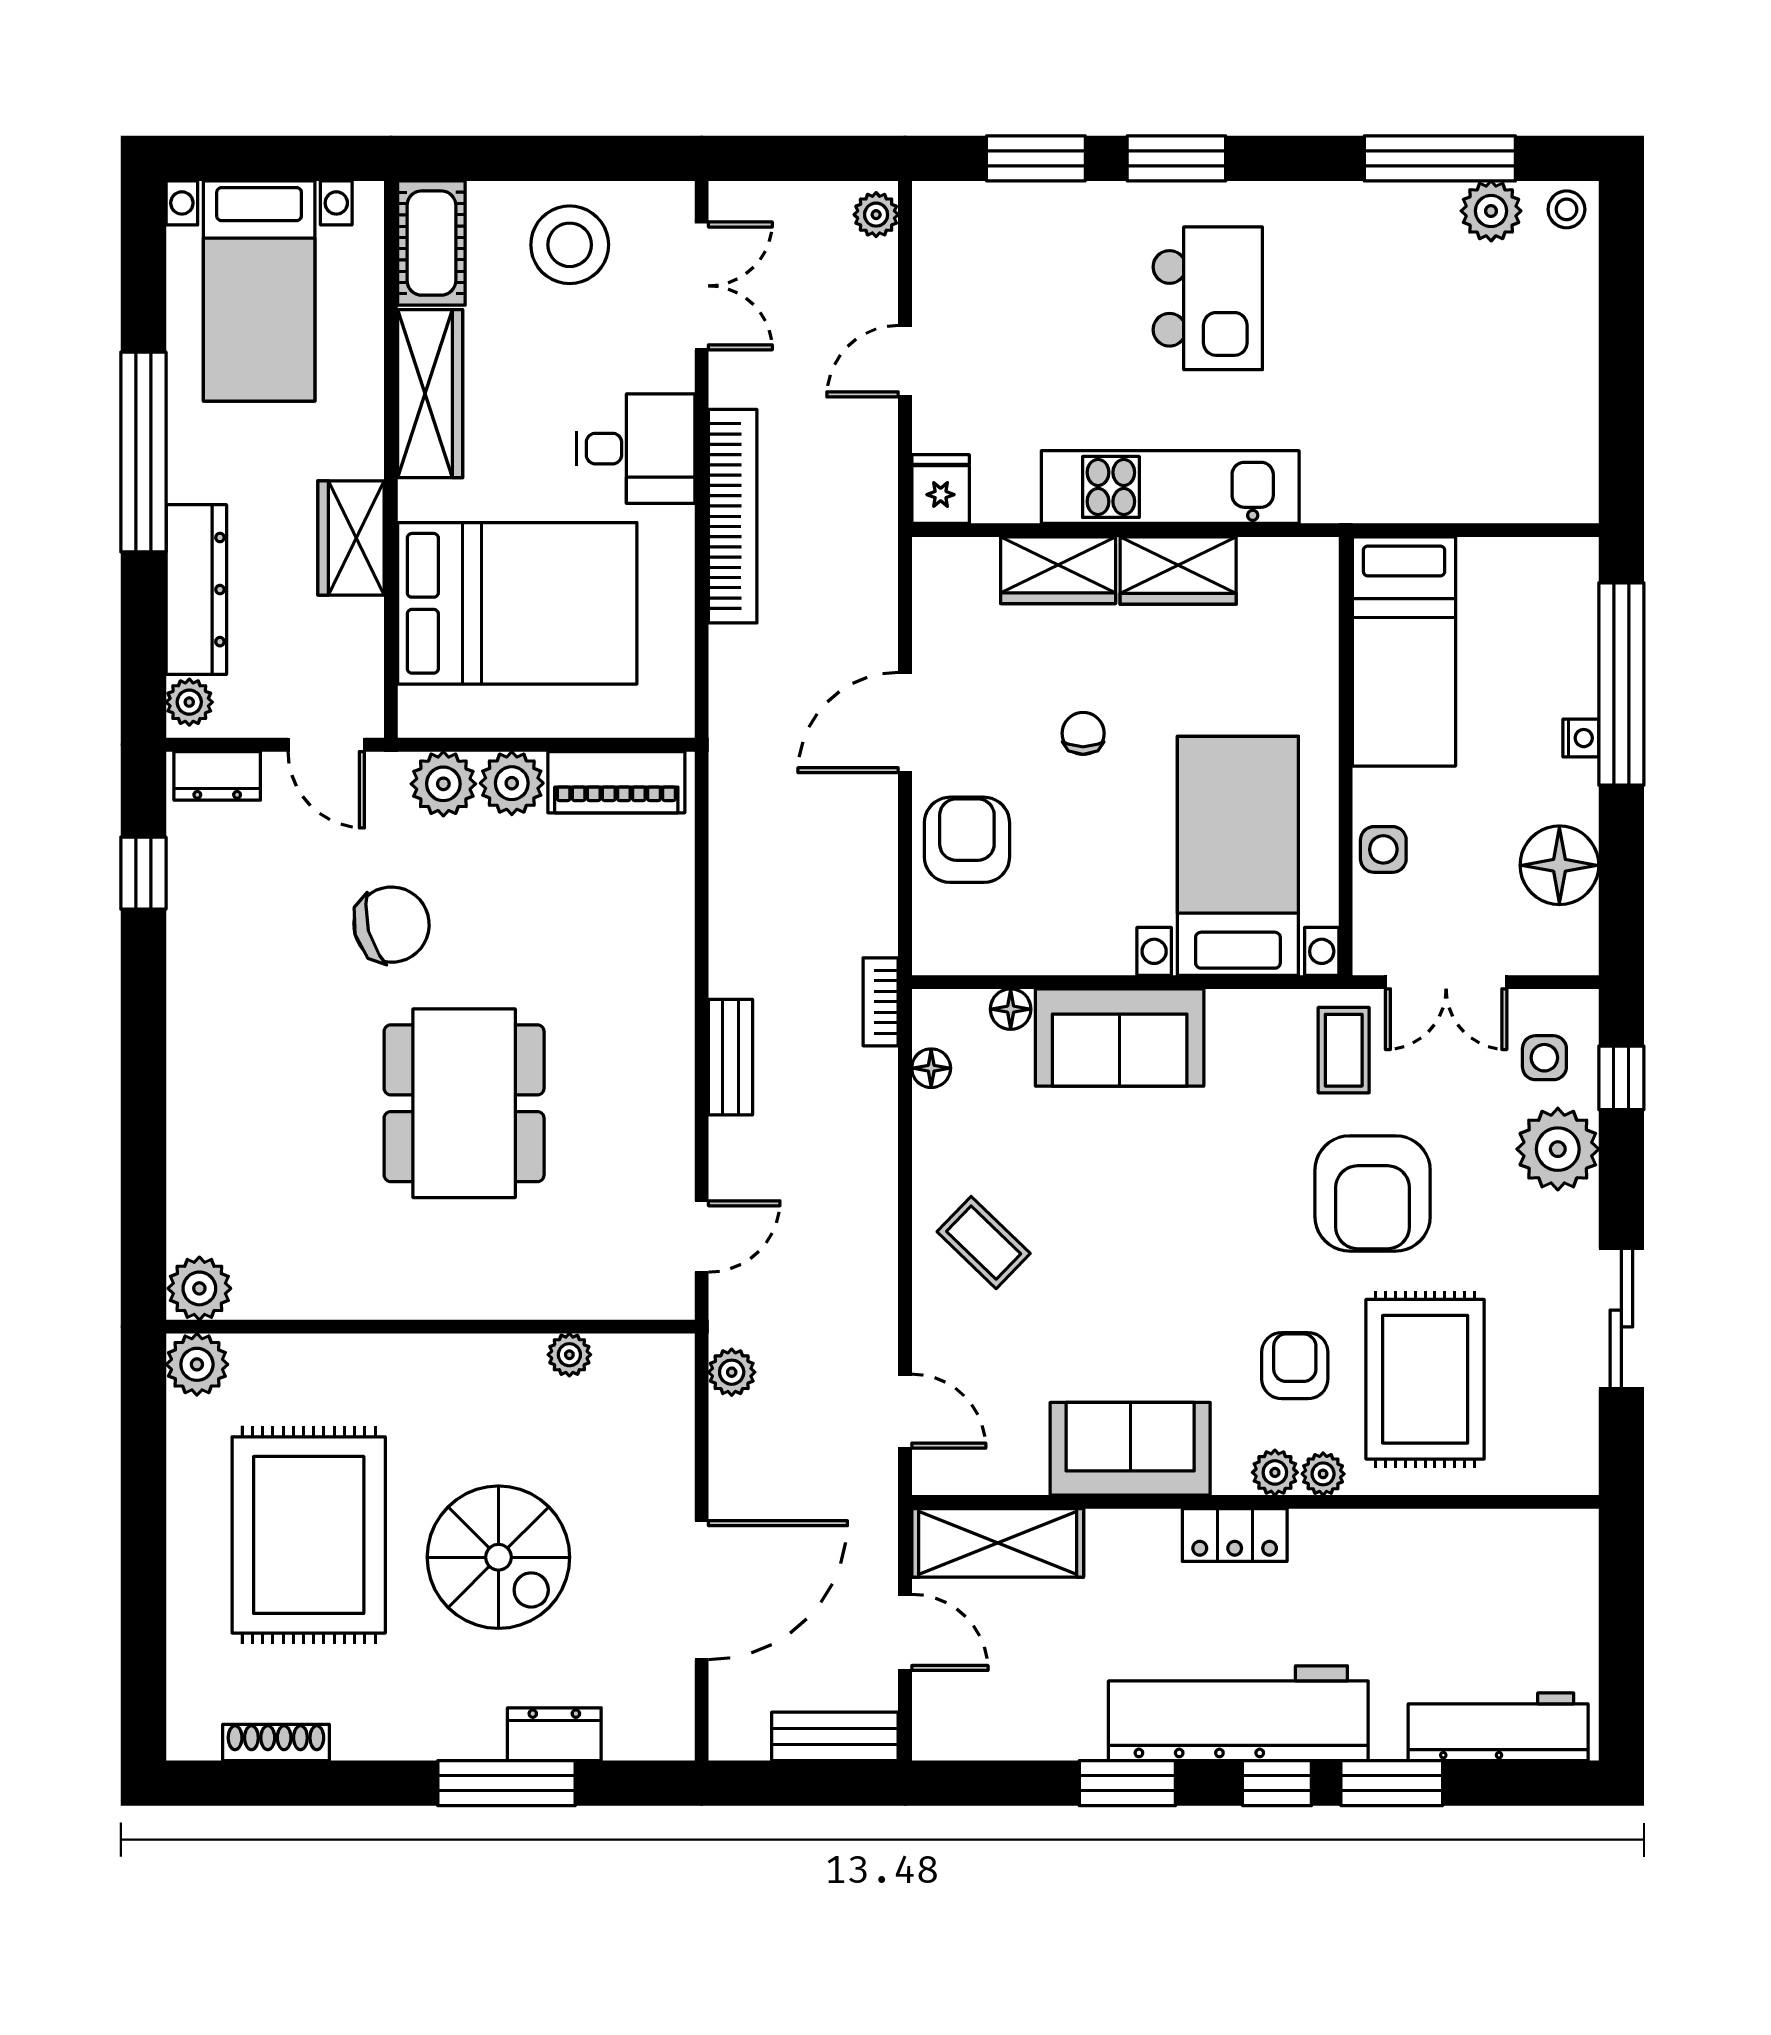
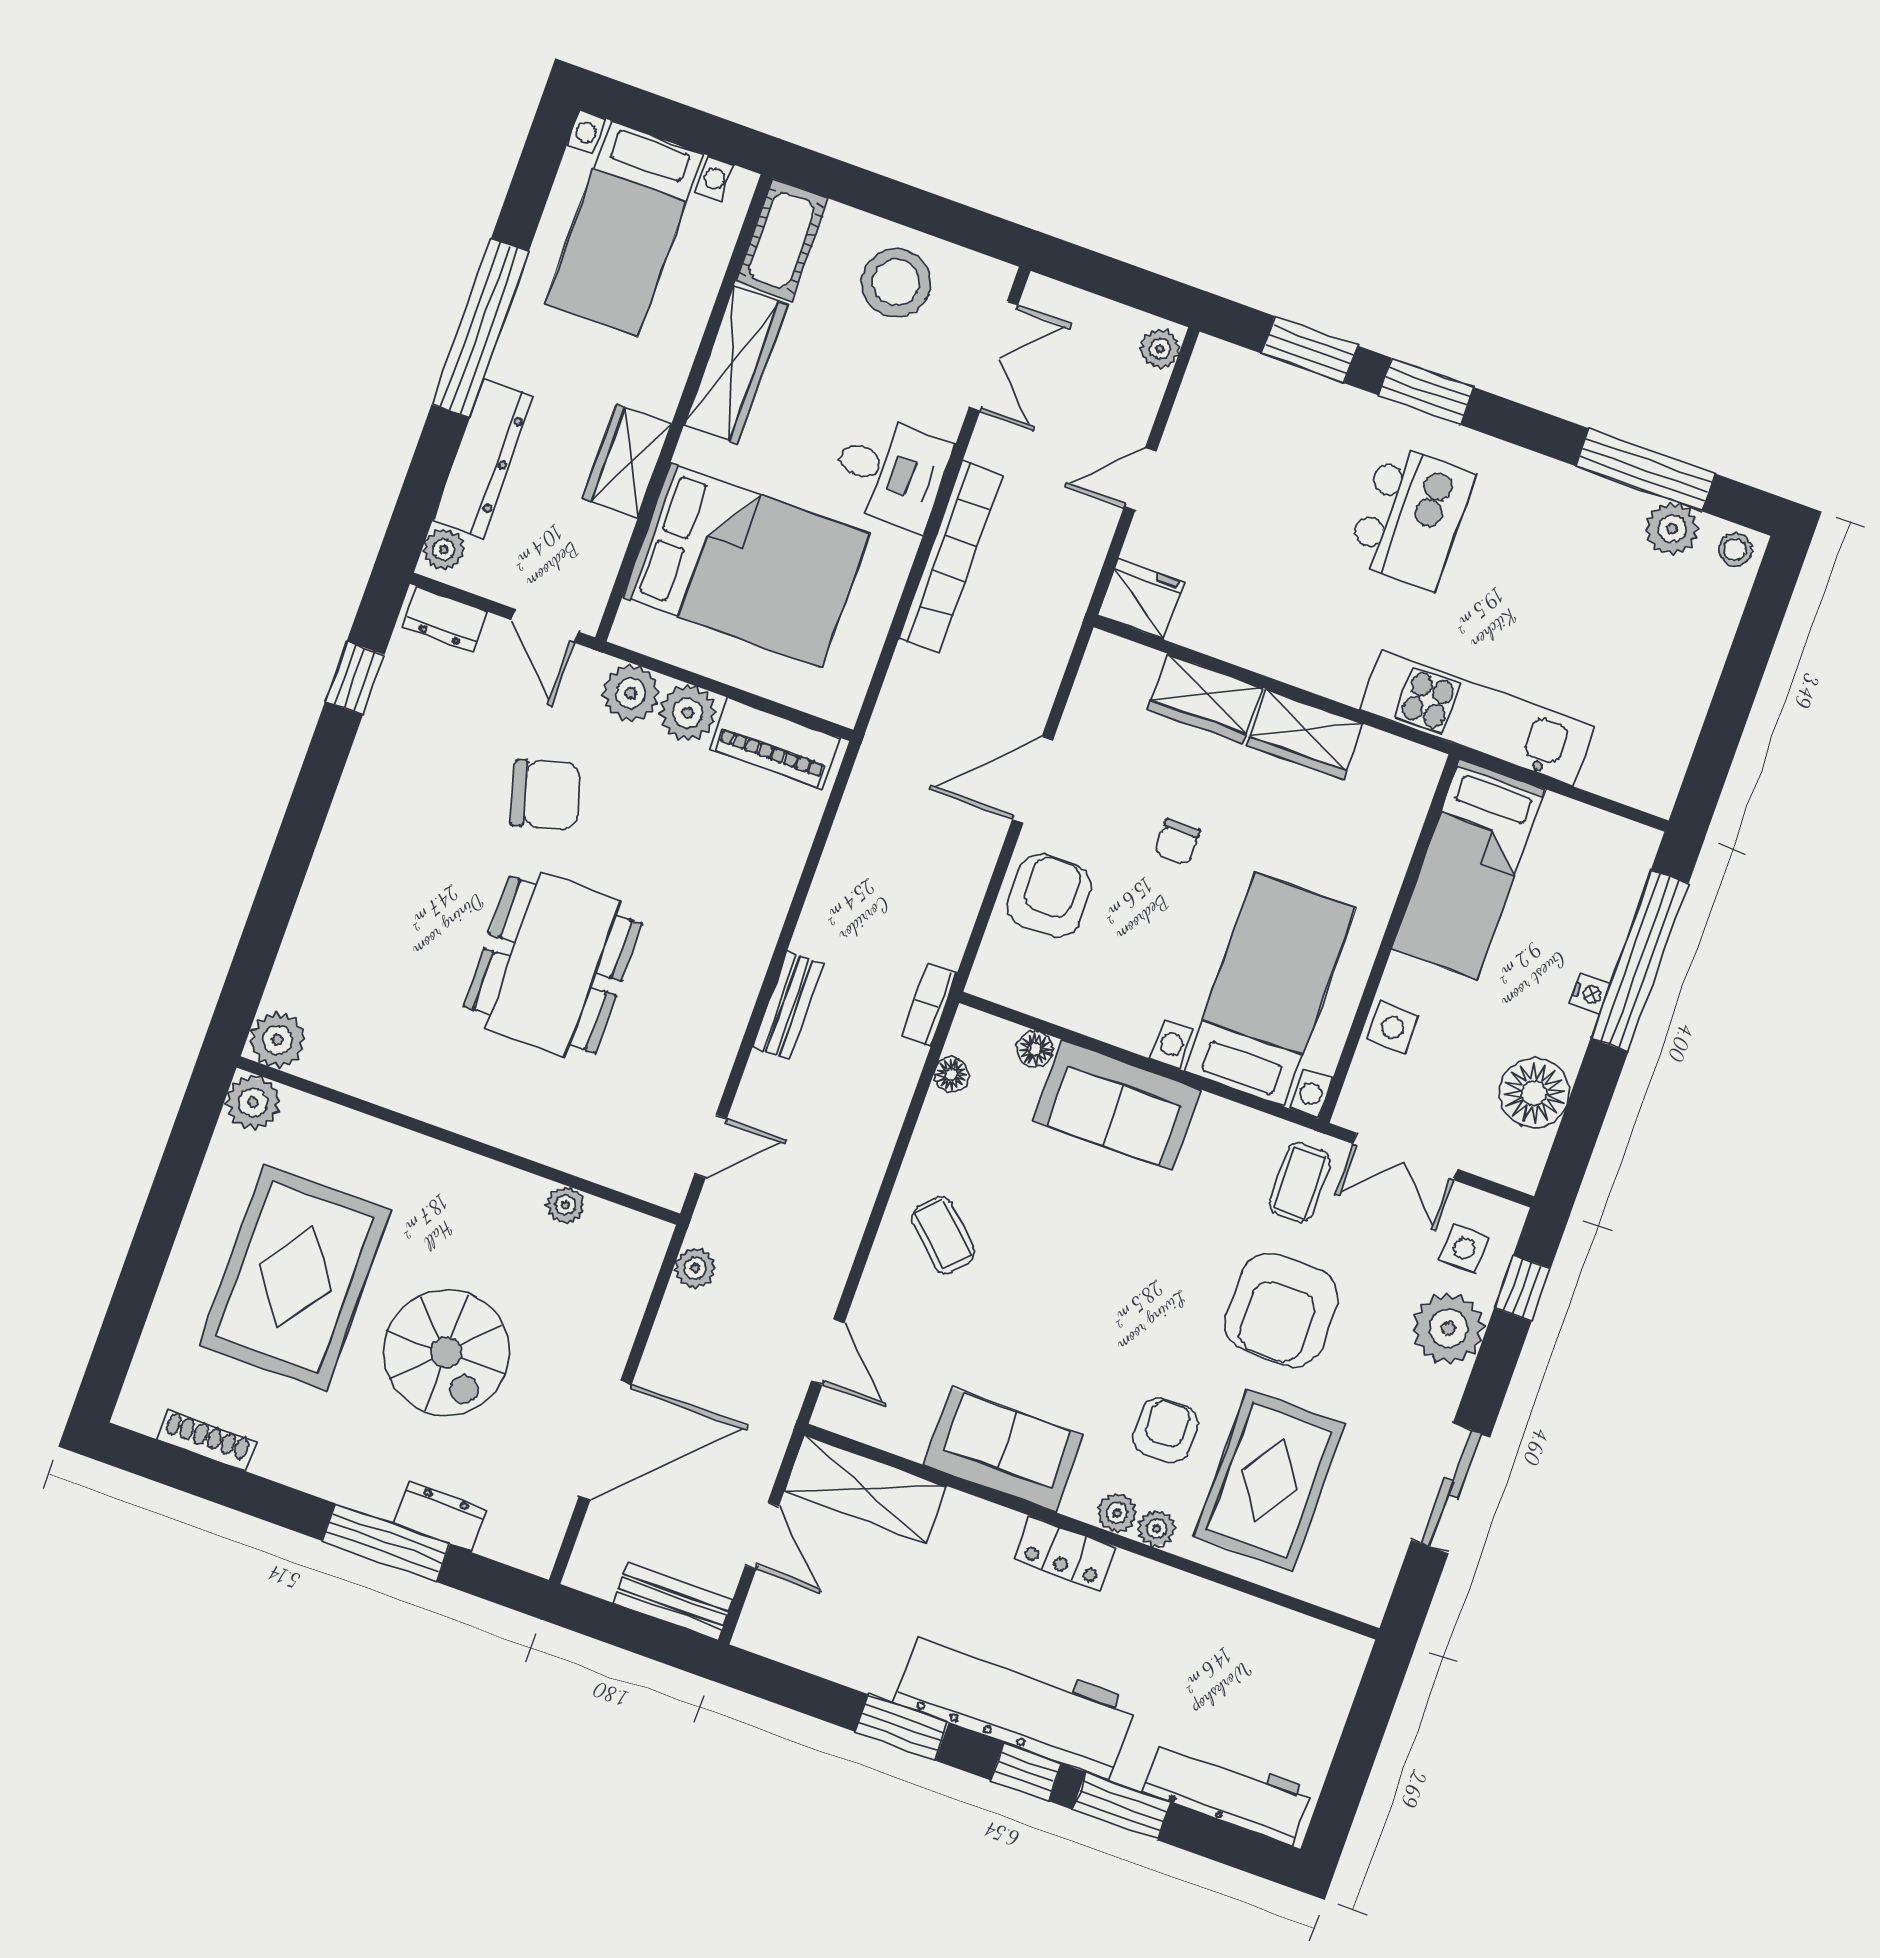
kitchen unit: (1170, 487) -> (1477, 718), moved
fridge: (941, 489) -> (1141, 599), width x1.38
chair: (1083, 733) -> (1178, 842), turned 180

